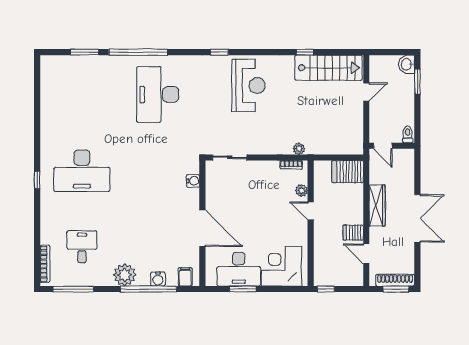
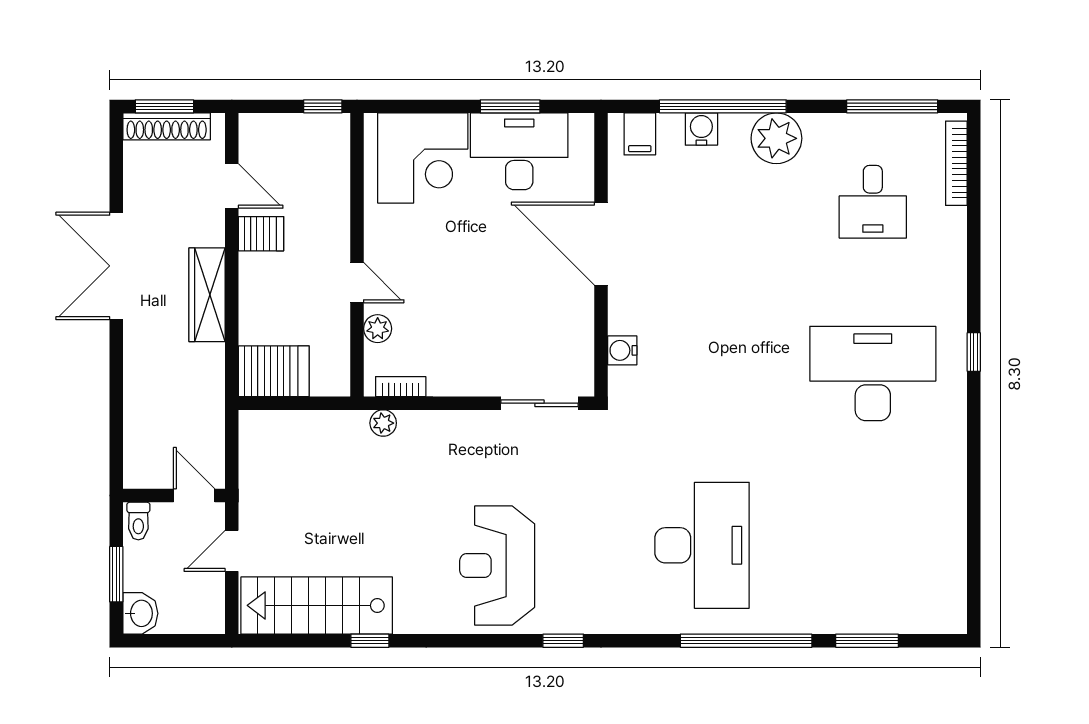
toilet: (408, 134) -> (138, 521), moved
door: (383, 146) -> (194, 496), moved
wall: (392, 146) -> (174, 496), moved

